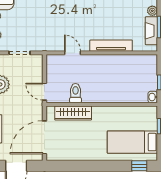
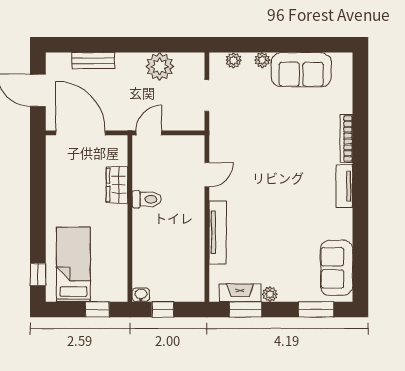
toilet: (75, 93) -> (147, 199), moved
wardrobe: (73, 113) -> (117, 185), width x0.67

